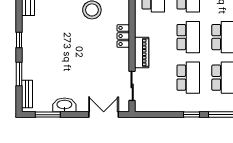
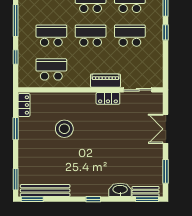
locker: (123, 36) -> (108, 98), moved
window: (19, 74) -> (147, 199), moved
washbasin: (64, 105) -> (120, 190), moved, turned 90
double door: (104, 115) -> (166, 129), moved

